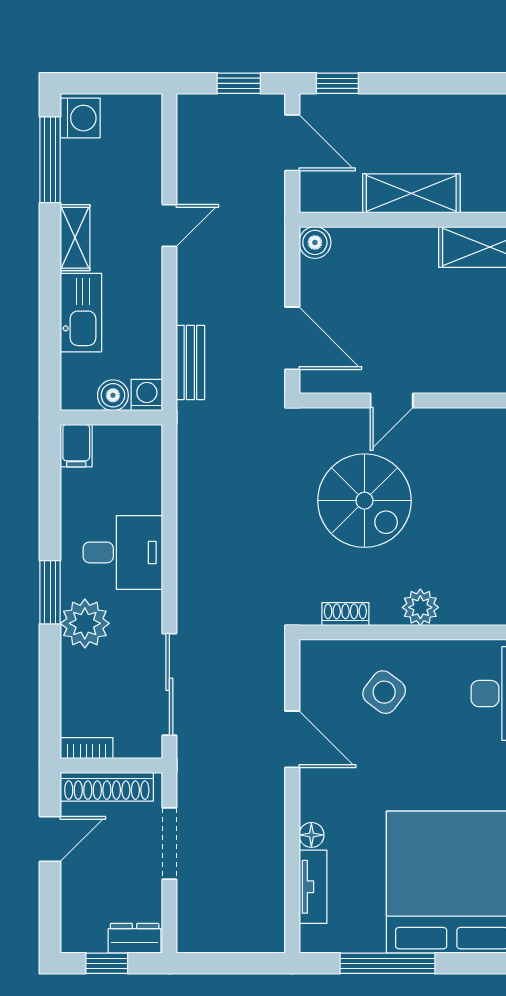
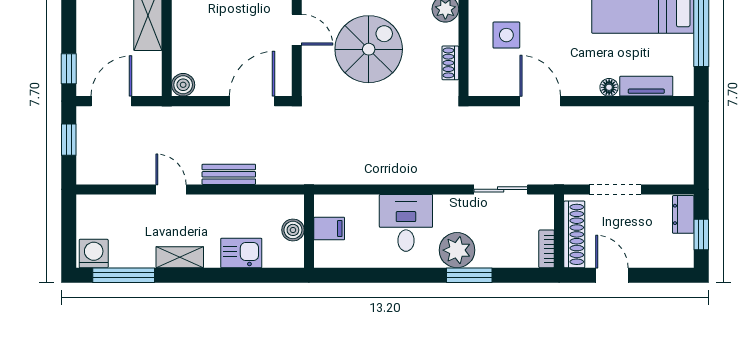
kitchen sink: (81, 313) -> (241, 253), width x0.73
bench: (190, 362) -> (229, 174), moved
washing machine: (147, 395) -> (293, 206), removed
filing cabinet: (76, 446) -> (329, 229), moved
window: (50, 592) -> (469, 275), moved
sliding door: (169, 684) -> (501, 189), width x0.73
side table: (384, 692) -> (506, 35), turned -37
door: (292, 739) -> (540, 101), hinge flipped

